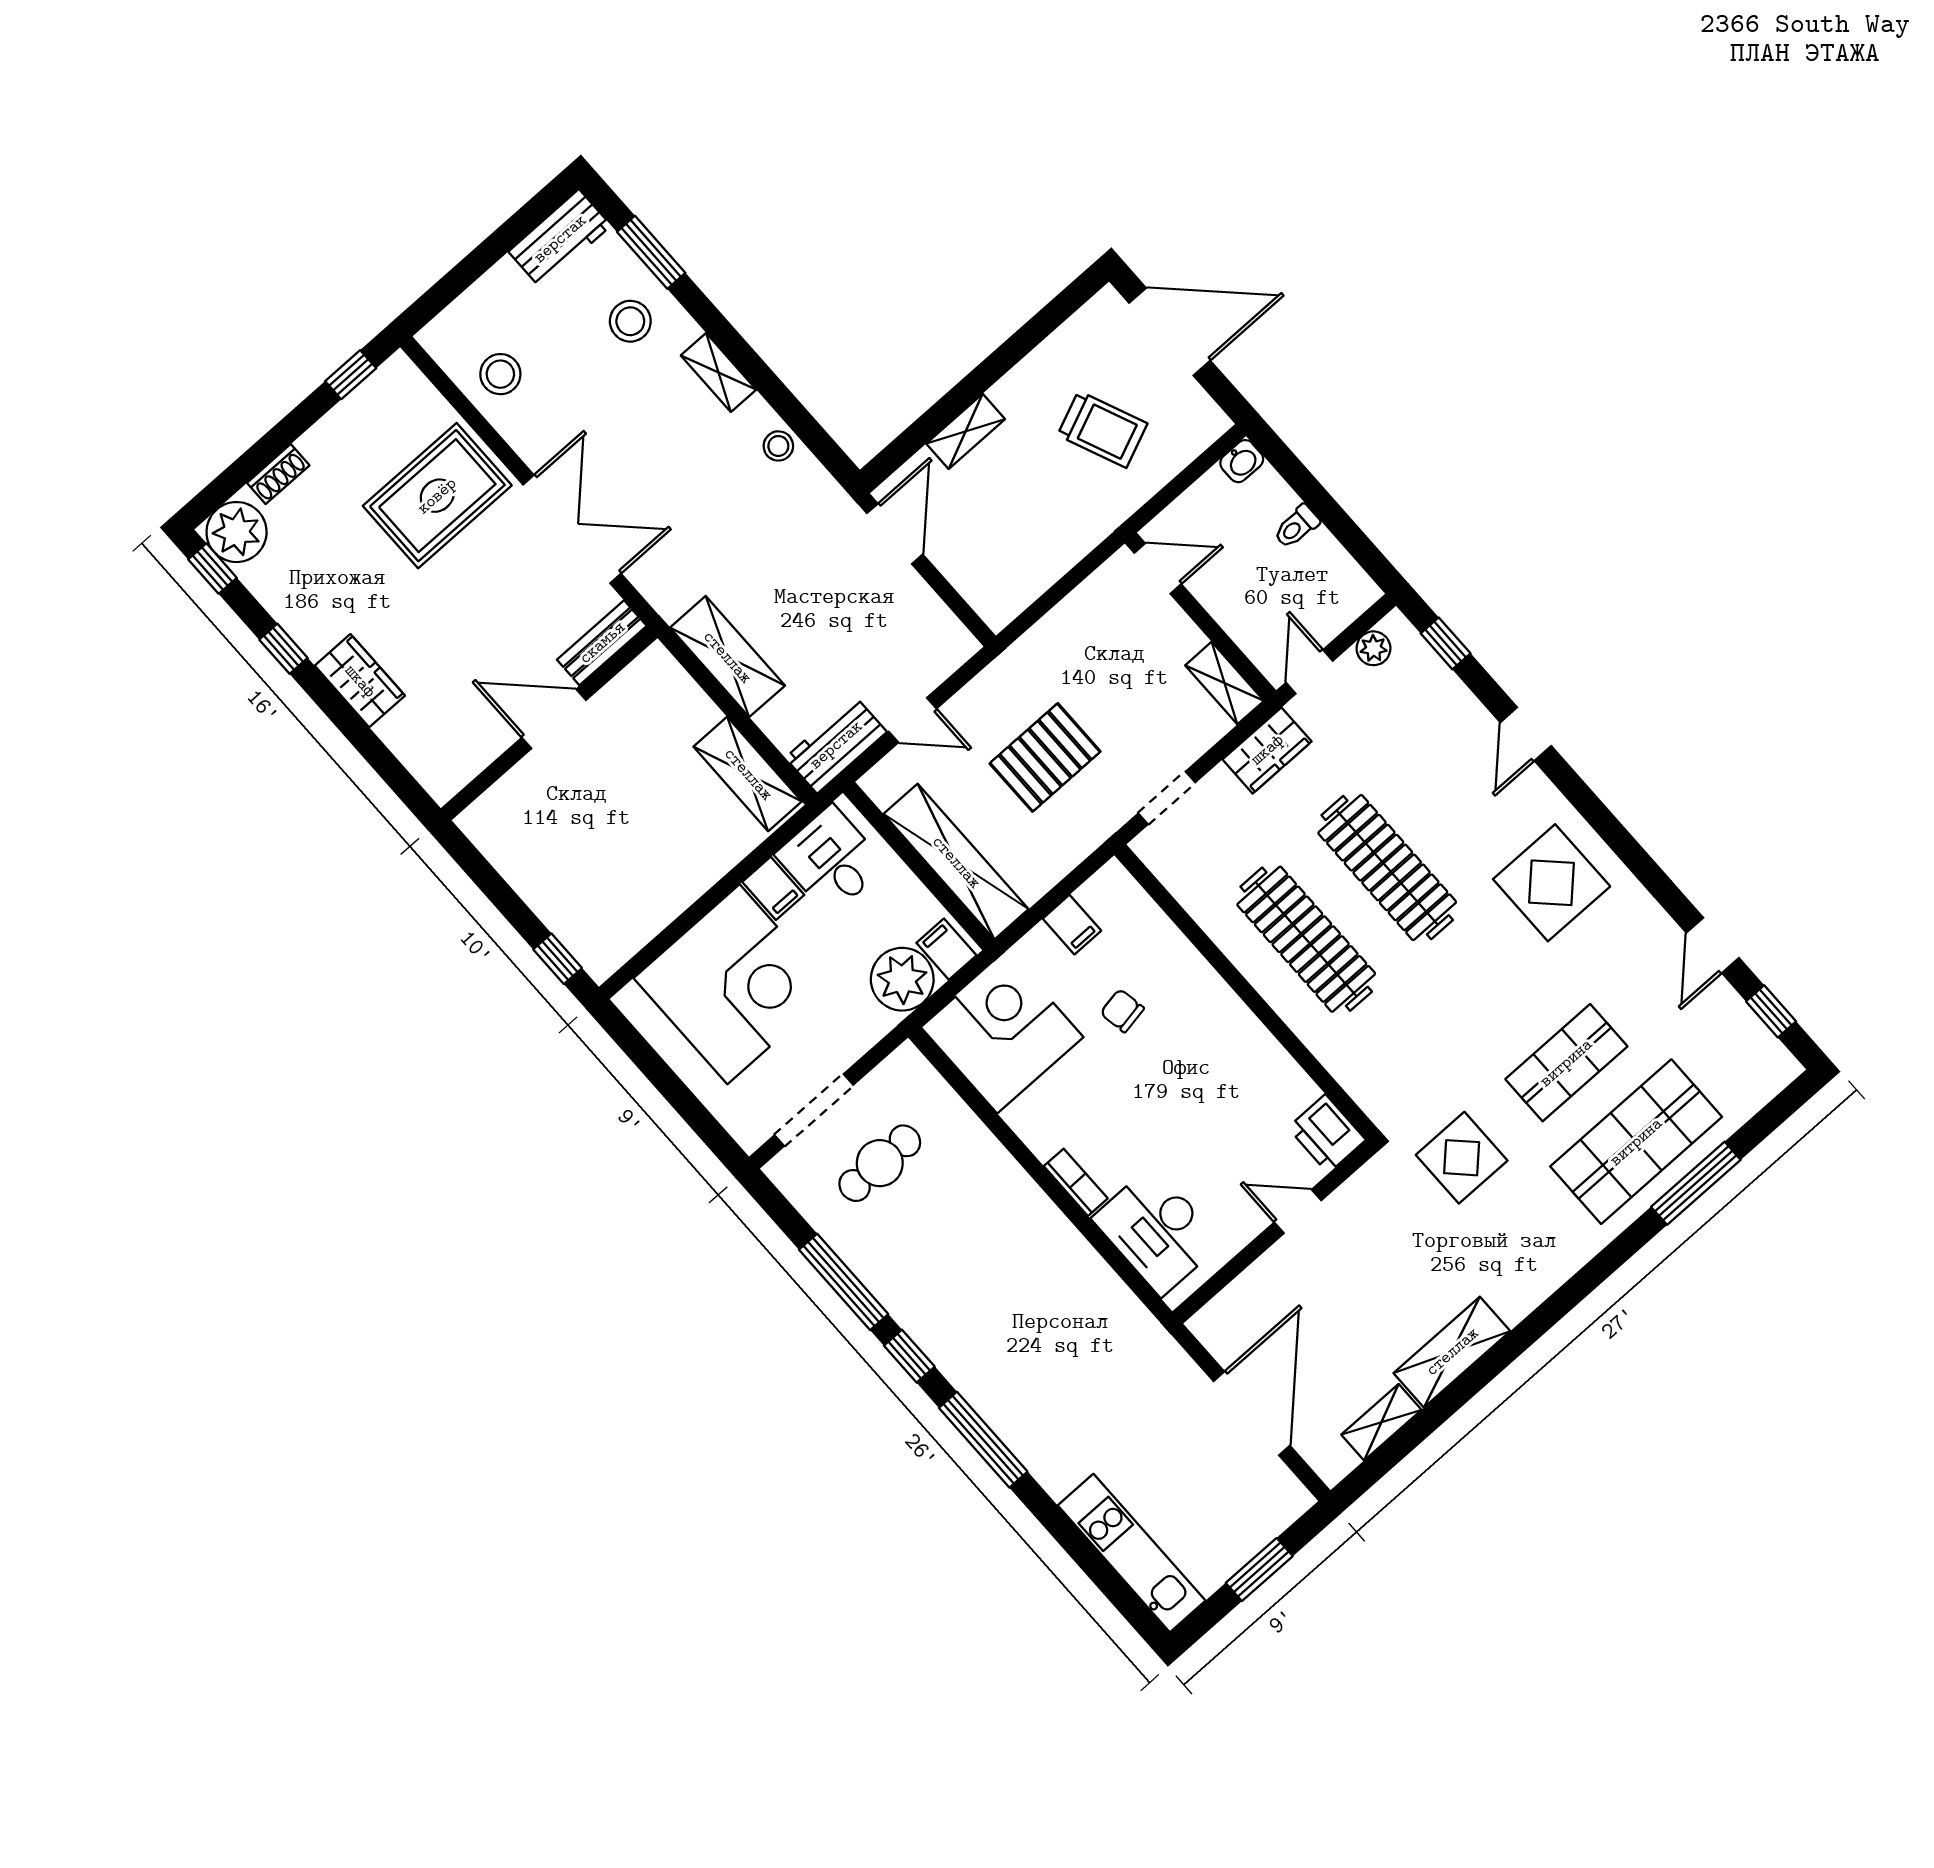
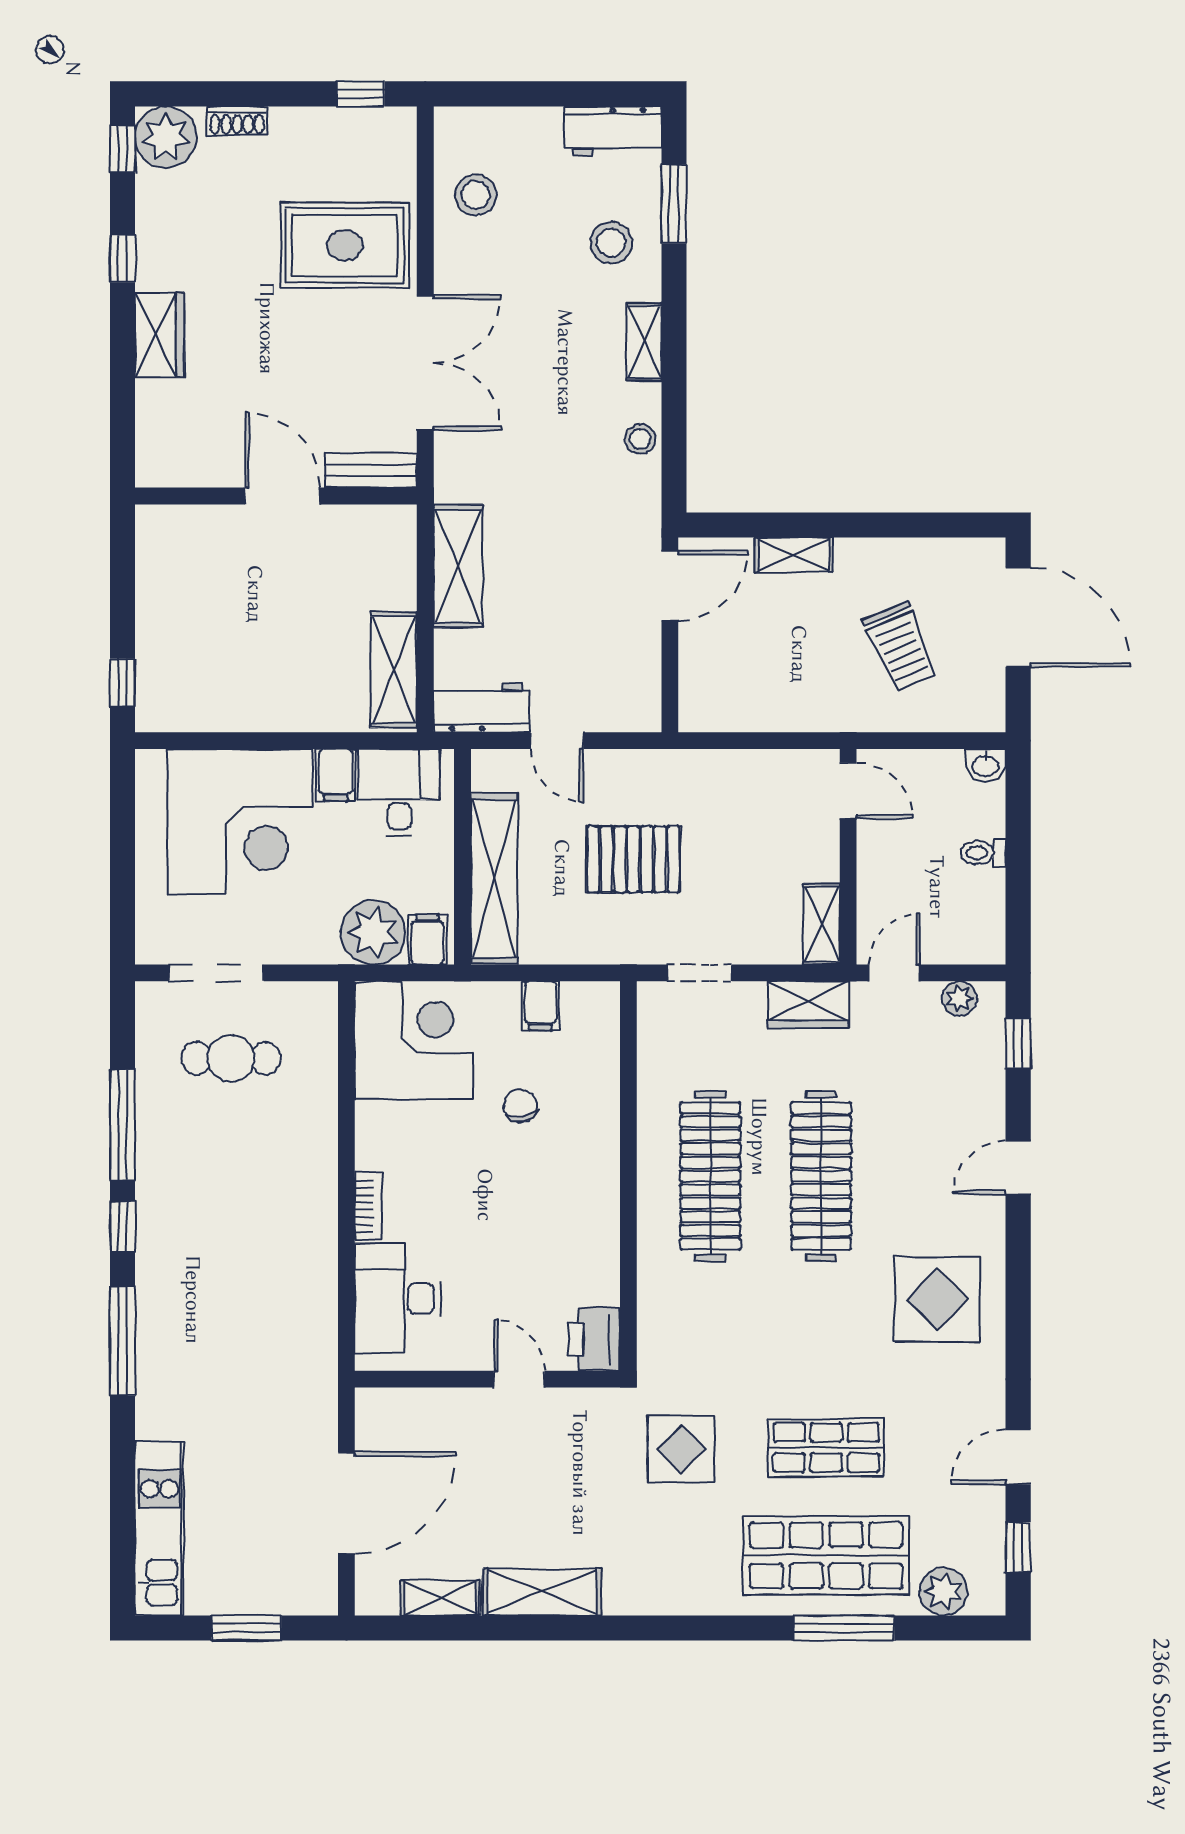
plant: (1745, 1092) -> (944, 1592), added

